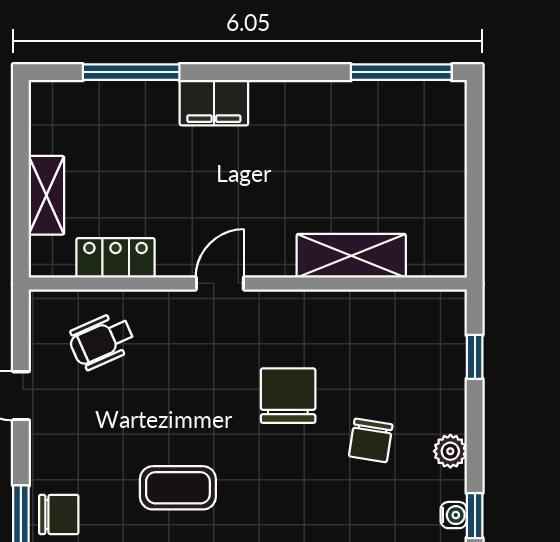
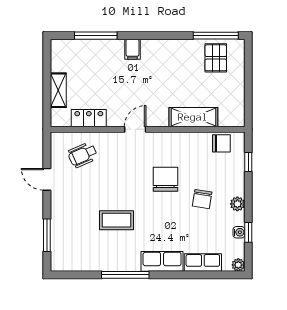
filing cabinet: (214, 103) -> (132, 49), width x0.50
pallet: (401, 122) -> (216, 58), added
chair: (59, 514) -> (221, 143), moved

